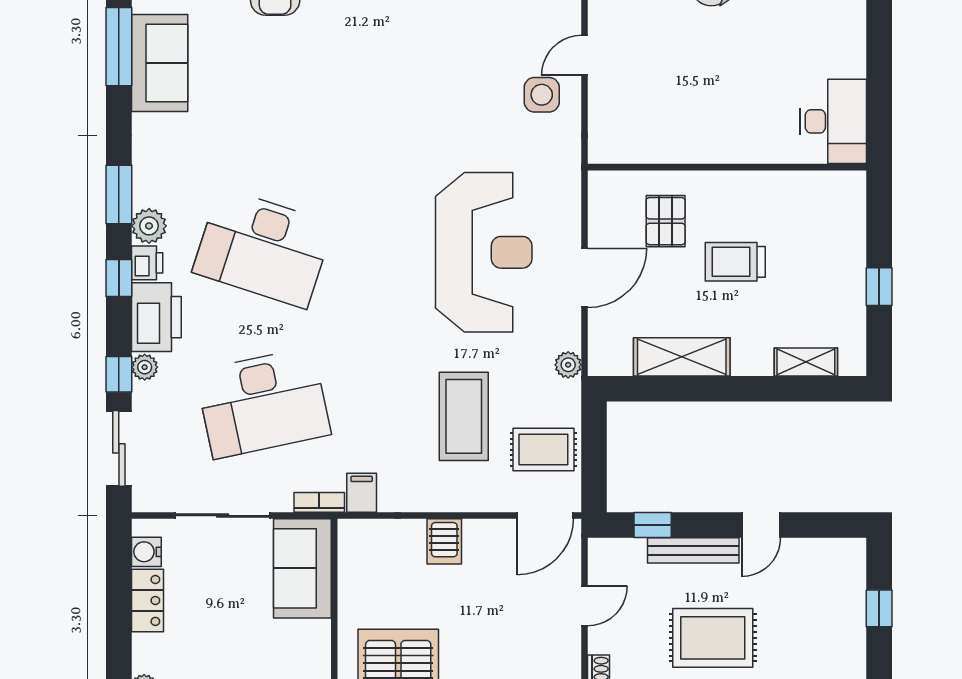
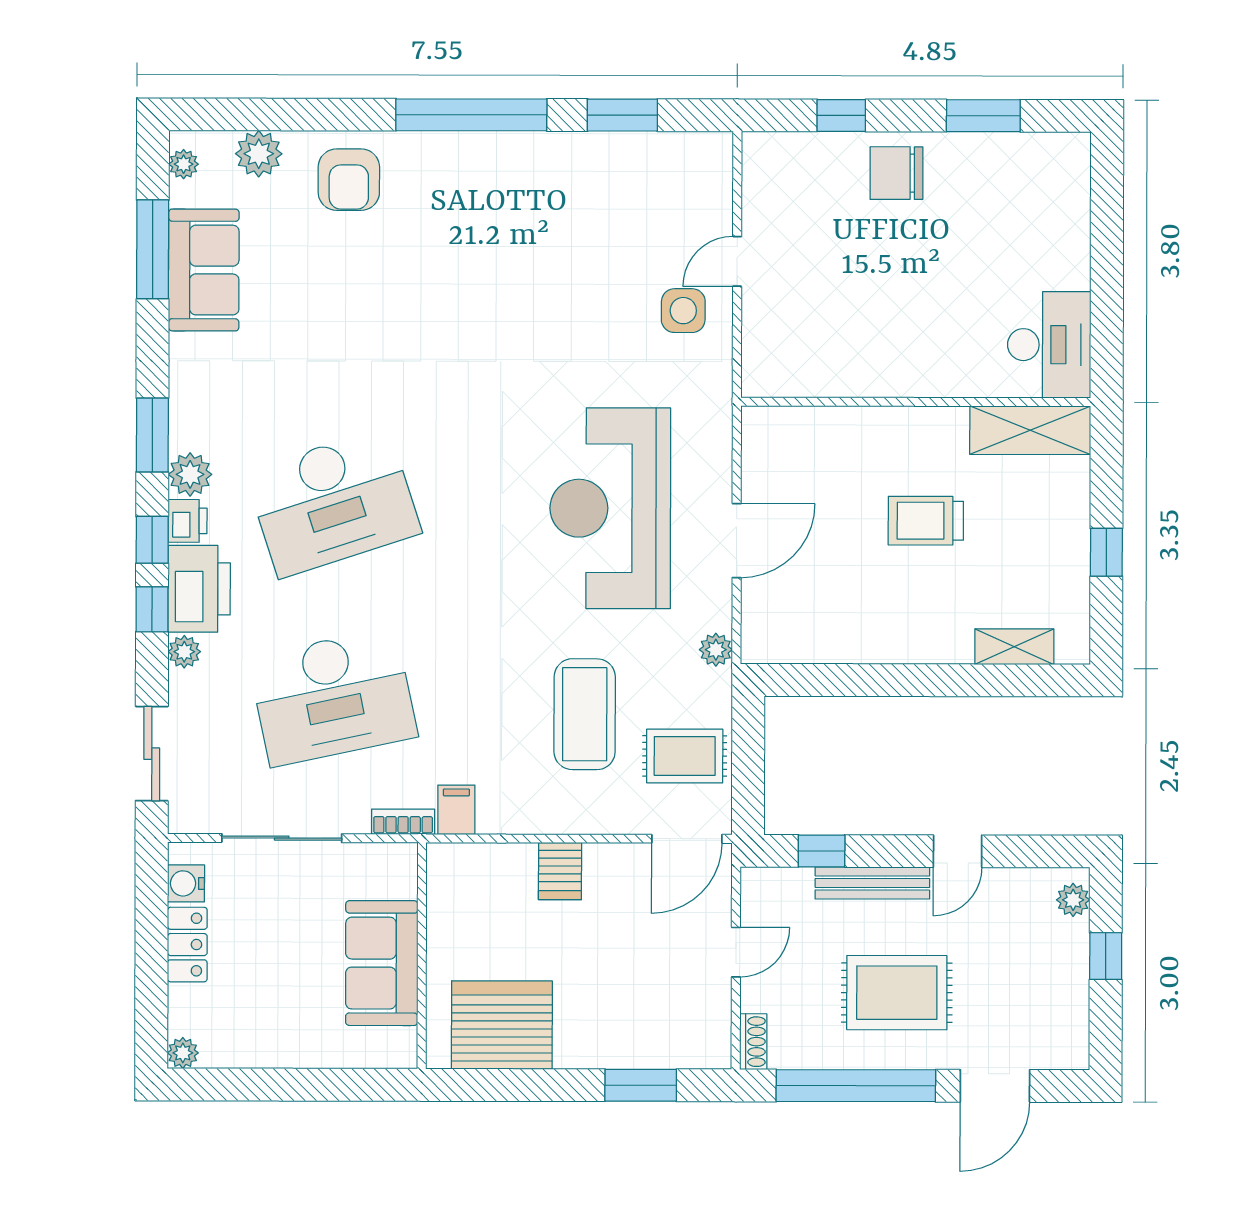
pallet: (666, 221) -> (838, 470), removed
desk: (263, 248) -> (333, 502), turned -36
reception desk: (484, 252) -> (610, 508), turned 180
shelving: (682, 357) -> (1030, 430), moved
window: (119, 374) -> (152, 609), moved
plant: (853, 564) -> (1073, 900), added
sofa: (302, 568) -> (382, 963), moved

